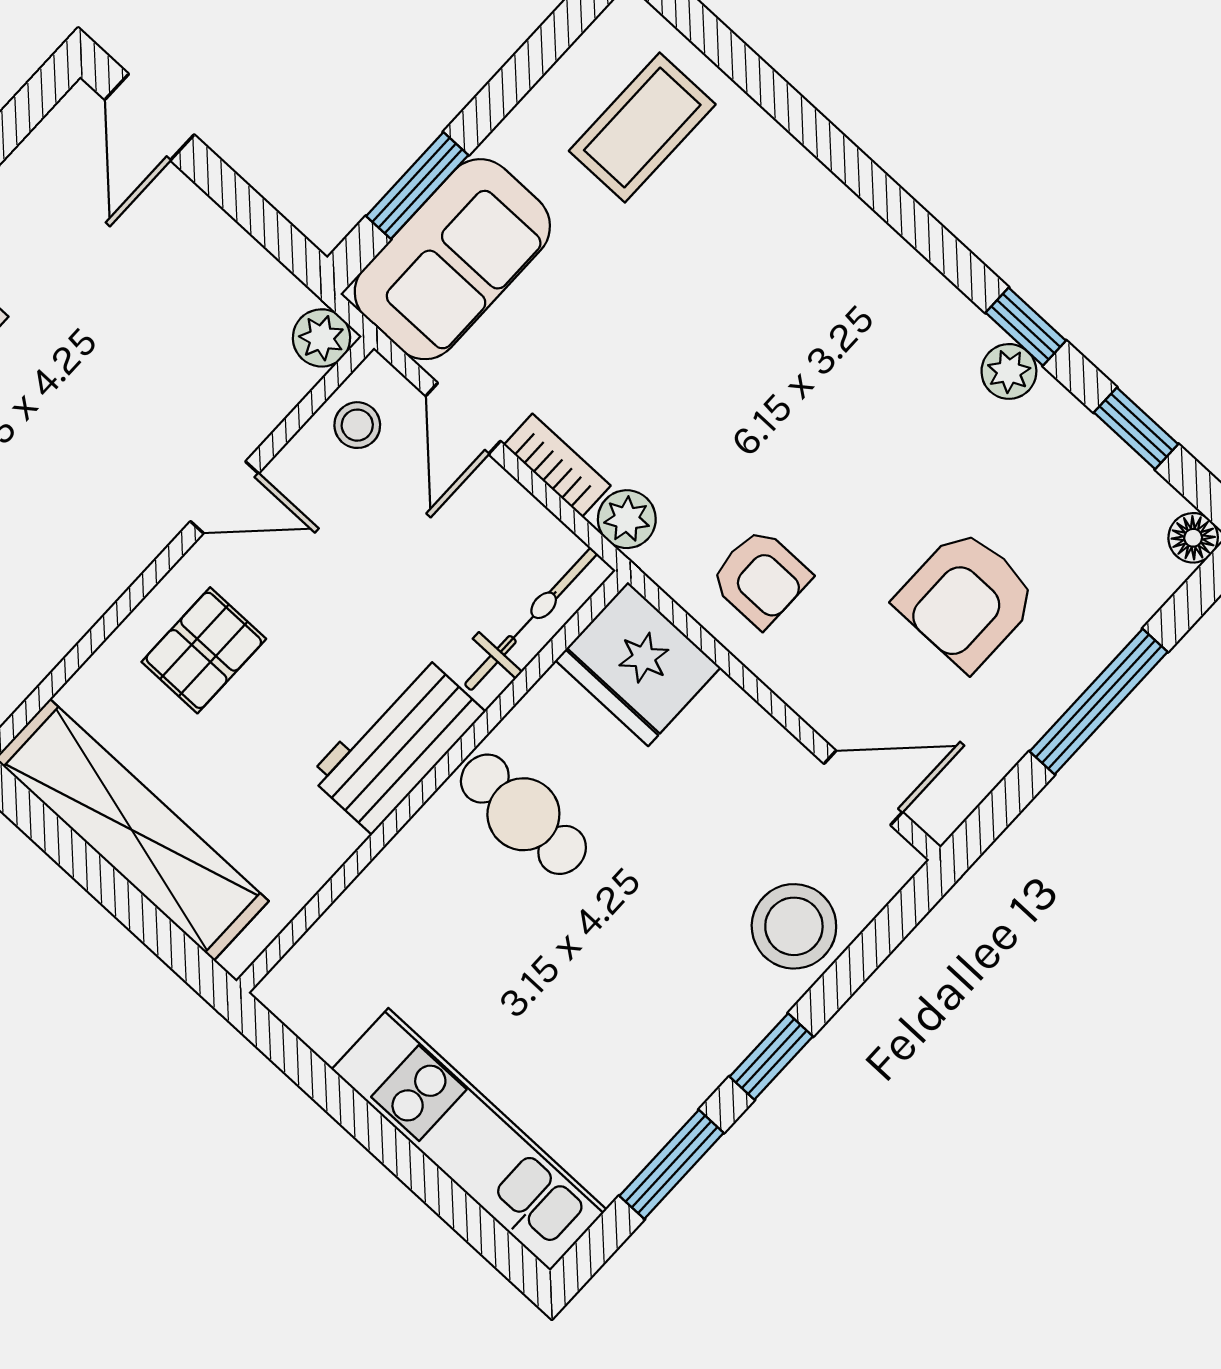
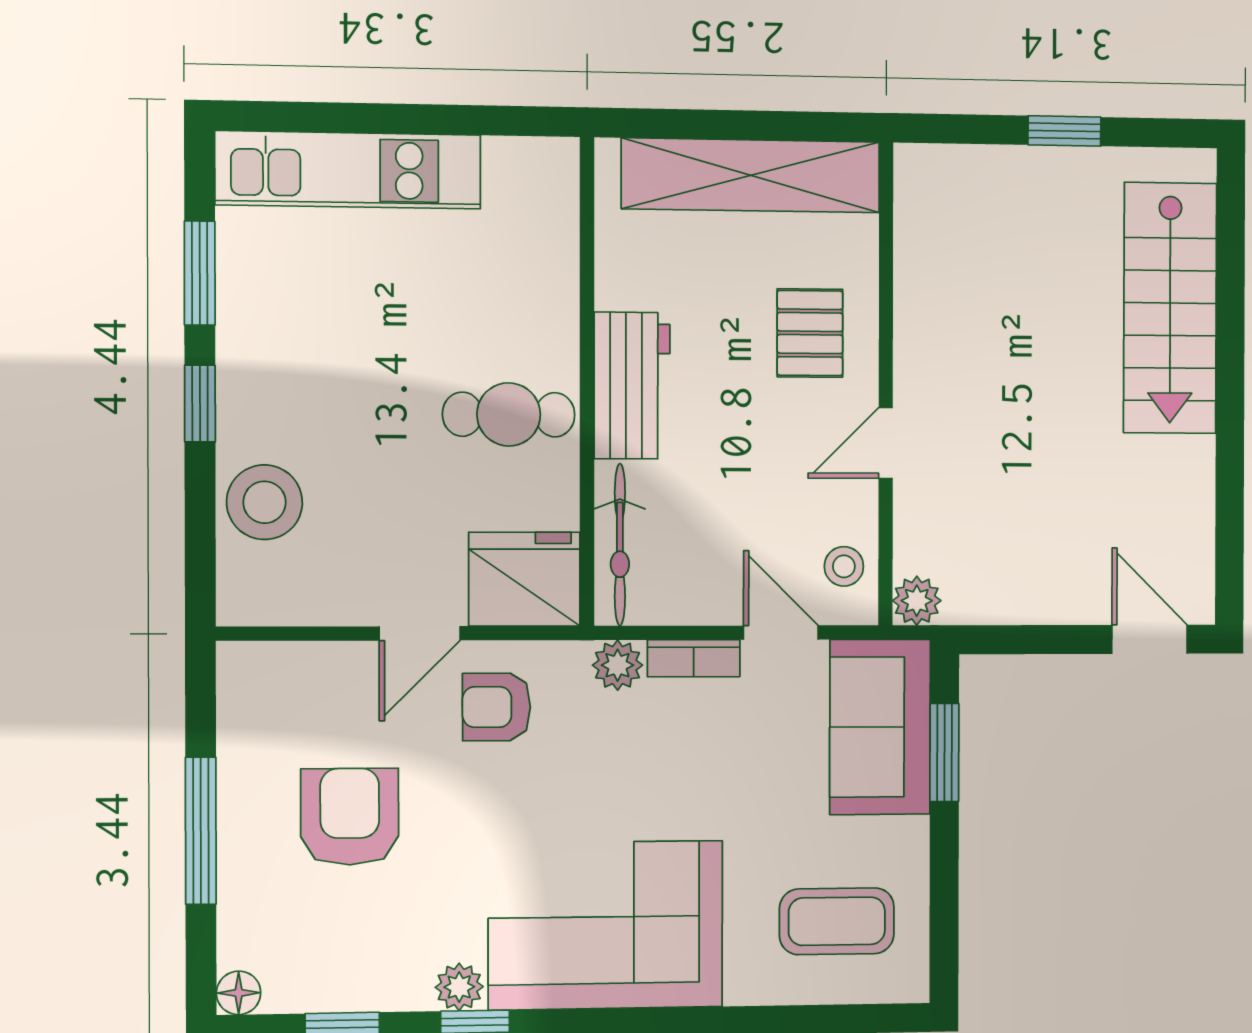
coffee table: (642, 128) -> (837, 921), turned 90
corner sofa: (840, 308) -> (606, 925), added
door: (863, 788) -> (420, 633), moved

